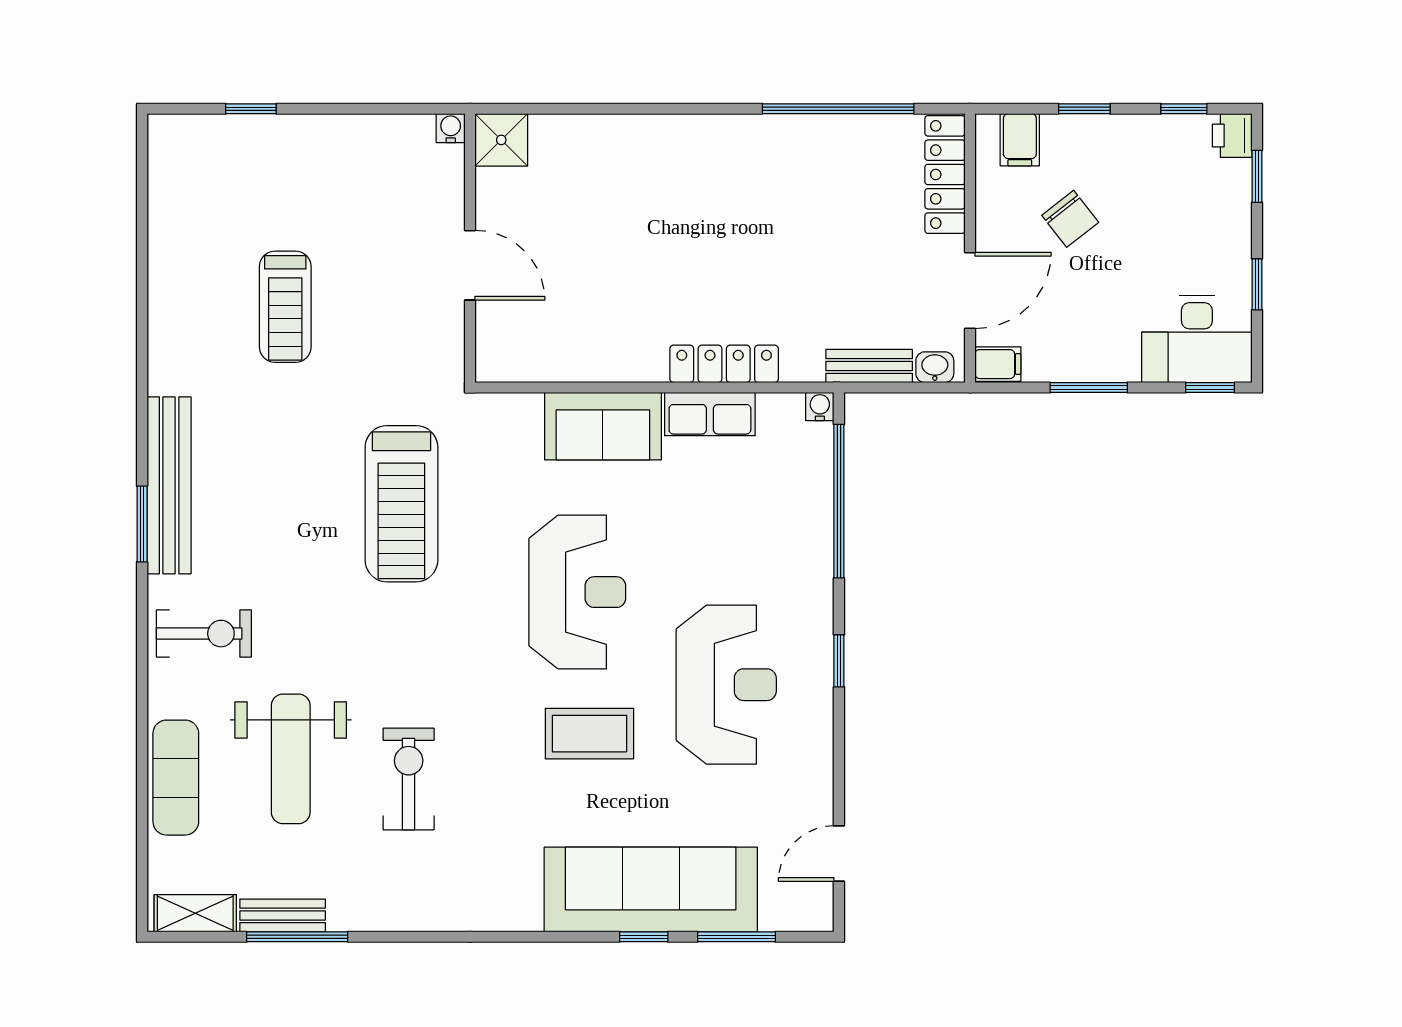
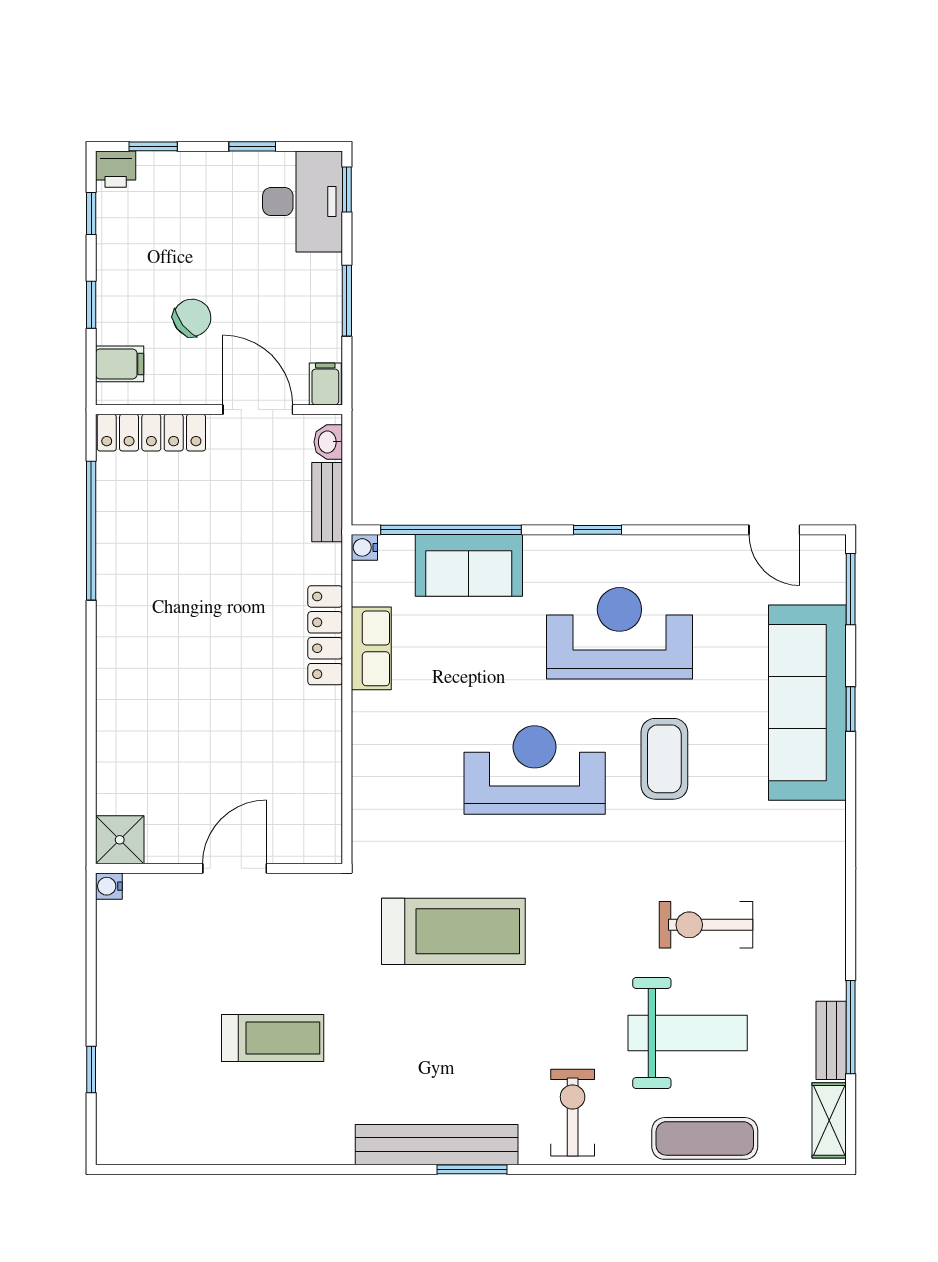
sofa: (603, 426) -> (469, 565), moved, turned 90
window: (737, 937) -> (851, 589), moved

